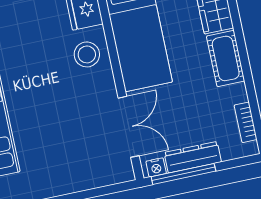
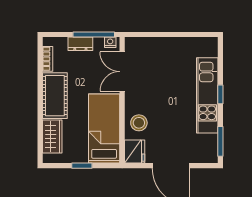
cot: (226, 58) -> (55, 96), width x1.37, depth x1.34
dresser: (193, 157) -> (80, 44), width x0.70

